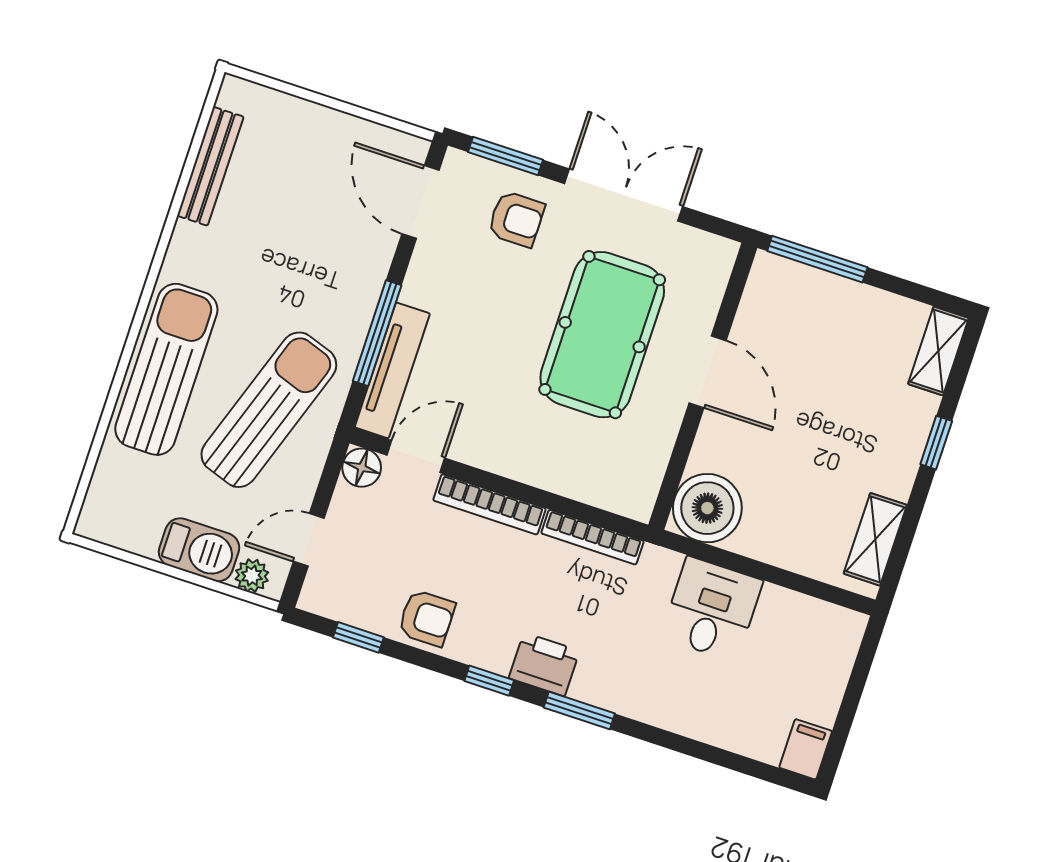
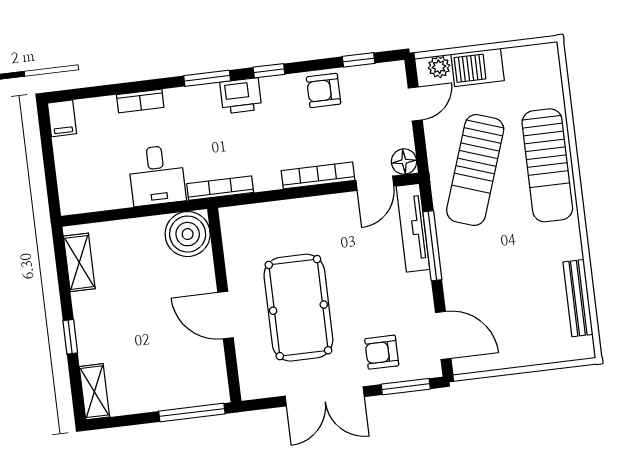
bookcase: (593, 537) -> (220, 188), moved
bookcase: (686, 722) -> (140, 101), added

